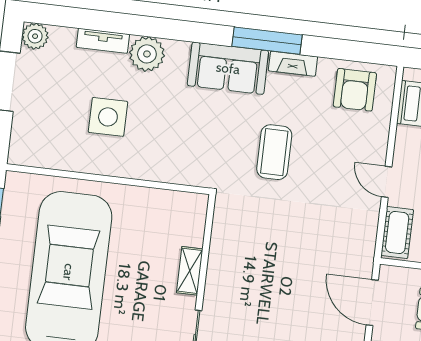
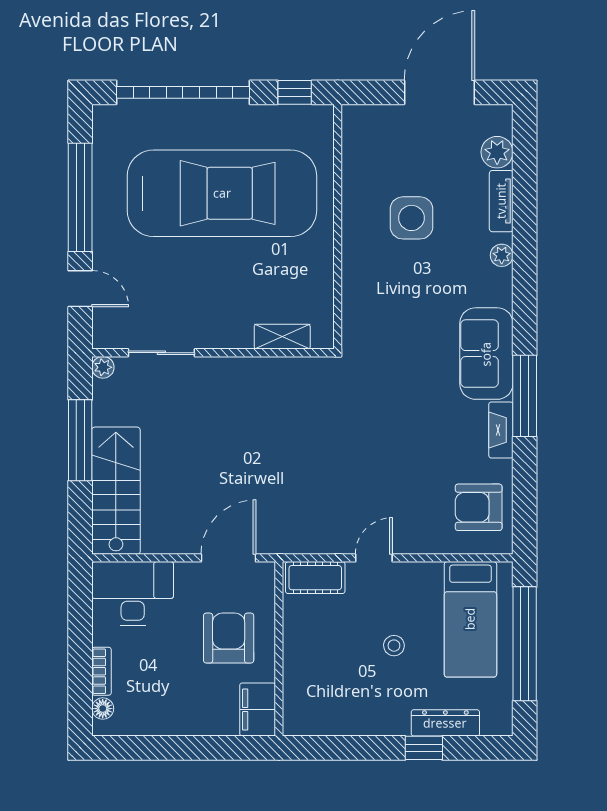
plant: (35, 36) -> (497, 152), moved
plant: (147, 54) -> (502, 255), width x0.53, depth x0.53
coffee table: (274, 152) -> (393, 420), removed
shelving: (190, 271) -> (282, 337), moved

